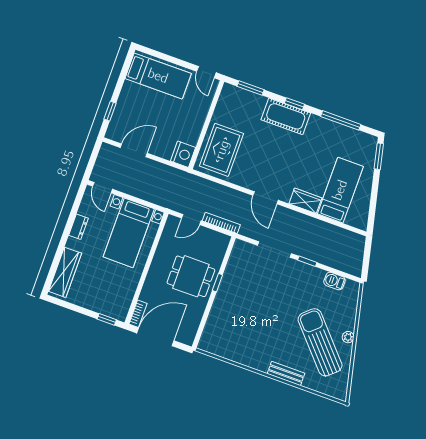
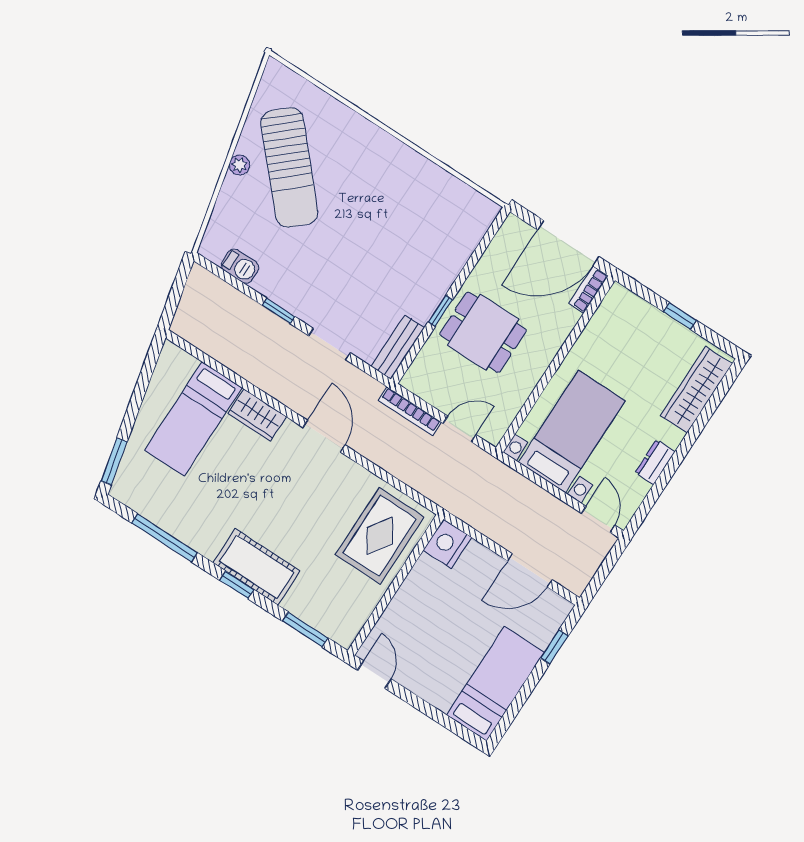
bed: (158, 76) -> (495, 684), moved, turned 90
doorway: (275, 250) -> (330, 344), width x0.73
window: (107, 319) -> (680, 316), moved
bench: (286, 374) -> (398, 347), moved, turned 90

